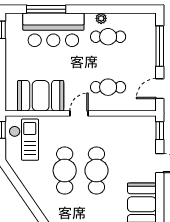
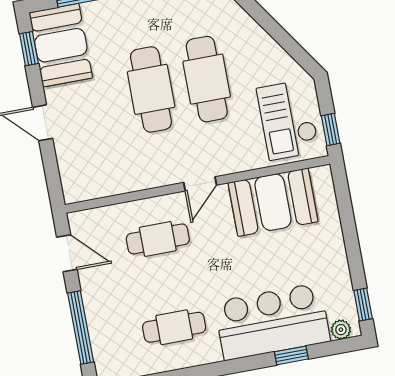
window: (46, 9) -> (291, 355), width x0.46
plant: (101, 18) -> (341, 330), moved
door: (160, 89) -> (67, 253), hinge flipped
window: (160, 131) -> (29, 49), moved

